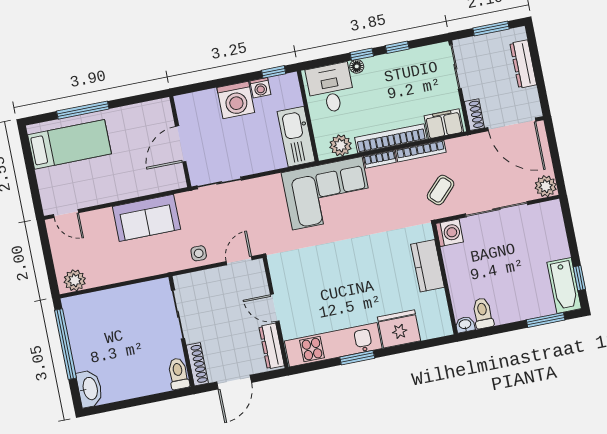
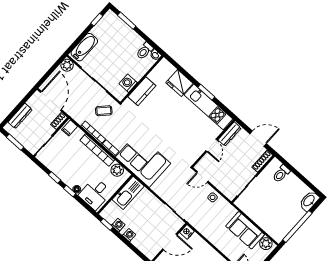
washing machine: (236, 100) -> (129, 235), width x0.53, depth x0.53
filing cabinet: (444, 124) -> (70, 128), width x0.50
nightstand: (177, 179) -> (187, 232), added
sofa: (146, 218) -> (245, 230), moved, turned 180
washing machine: (450, 233) -> (128, 83), moved
bathtub: (564, 285) -> (84, 47), moved
toilet: (178, 374) -> (281, 174), moved

